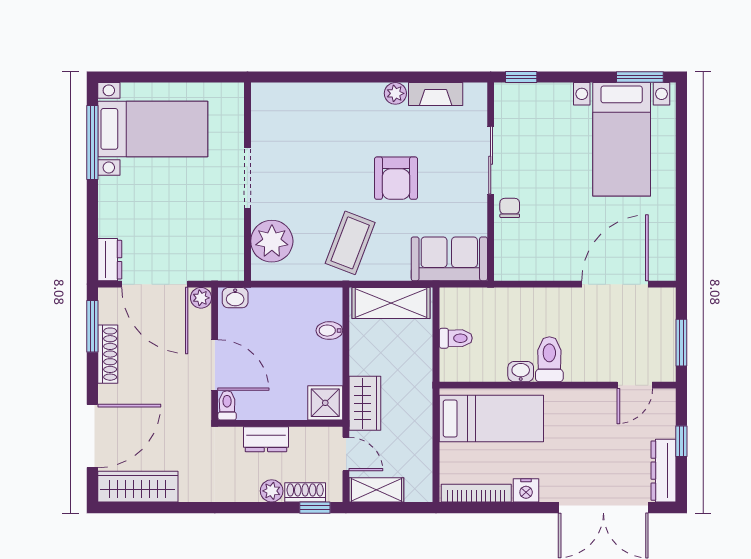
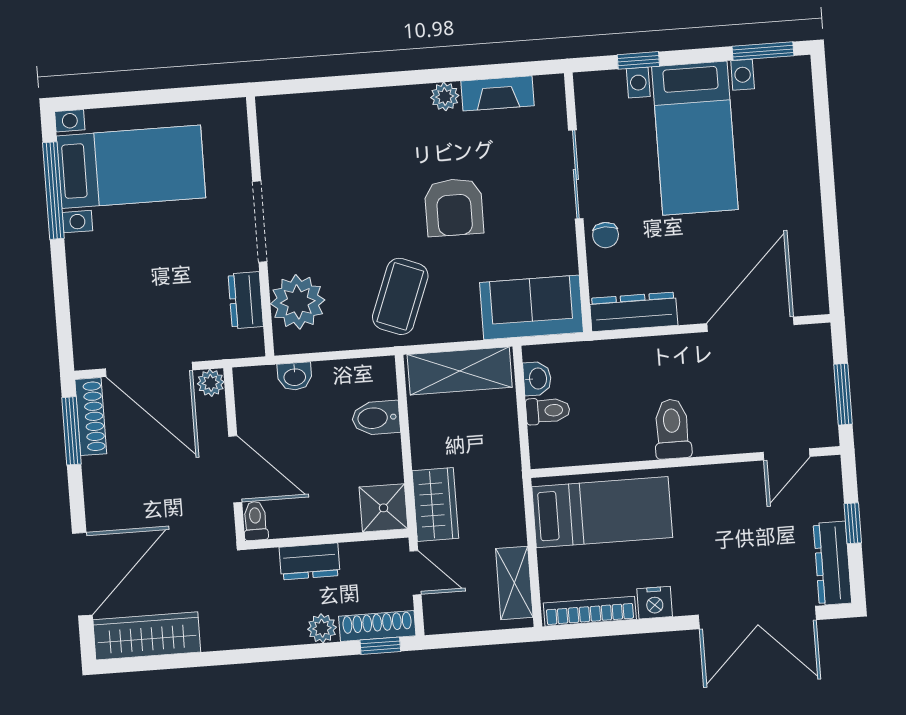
window: (521, 77) -> (638, 60), moved
bed with nightstands: (622, 139) -> (695, 138), moved
chair: (510, 208) -> (606, 235), turned 180
dresser: (110, 260) -> (246, 300), moved, turned 180
dresser: (527, 268) -> (634, 312), added
washbasin: (235, 298) -> (295, 376), moved
bidet: (329, 331) -> (376, 418), width x1.38, depth x1.36
shoe rack: (108, 354) -> (91, 417), moved
washbasin: (521, 372) -> (537, 379), moved, turned 90
shelving: (376, 490) -> (514, 583), moved, turned 90
shoe rack: (305, 492) -> (377, 626), width x1.43

